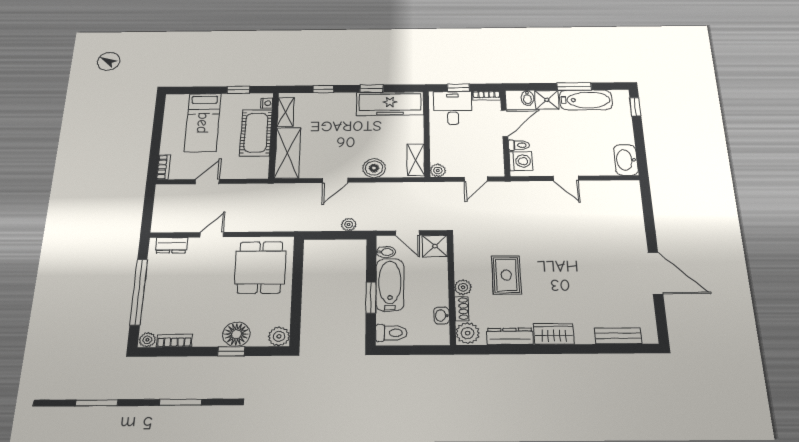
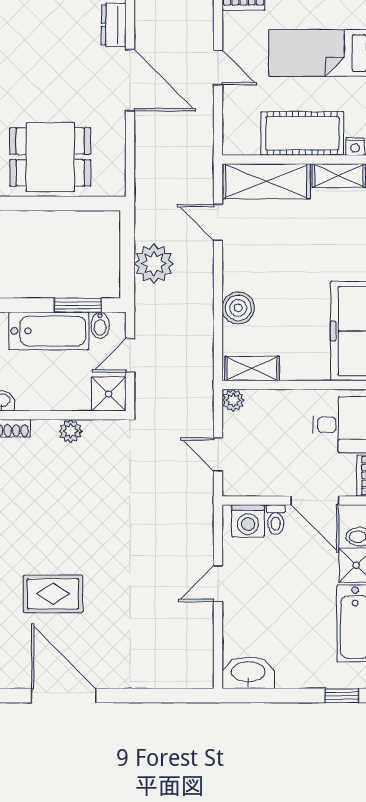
door: (335, 180) -> (218, 223), moved
plant: (349, 224) -> (154, 264), width x1.87, depth x1.87
door: (212, 235) -> (130, 80), width x1.88
dining table: (260, 267) -> (50, 157), moved
door: (655, 273) -> (64, 696), swing flipped
rug: (506, 275) -> (53, 594), moved
plant: (463, 287) -> (71, 431), moved
window: (371, 298) -> (78, 305), moved

